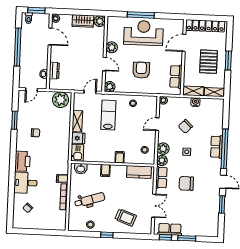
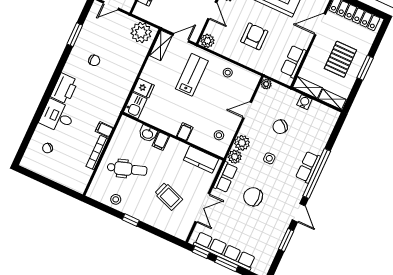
shelving: (77, 121) -> (161, 45), moved
washbasin: (81, 169) -> (148, 134), moved
trolley: (126, 217) -> (169, 196), moved
row of seats: (170, 229) -> (224, 251), width x2.02

